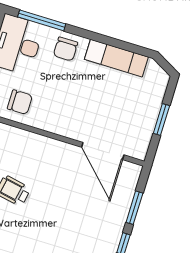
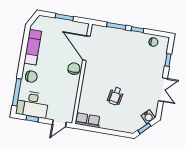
chair: (20, 102) -> (74, 69), moved
door: (103, 151) -> (86, 48), swing flipped

